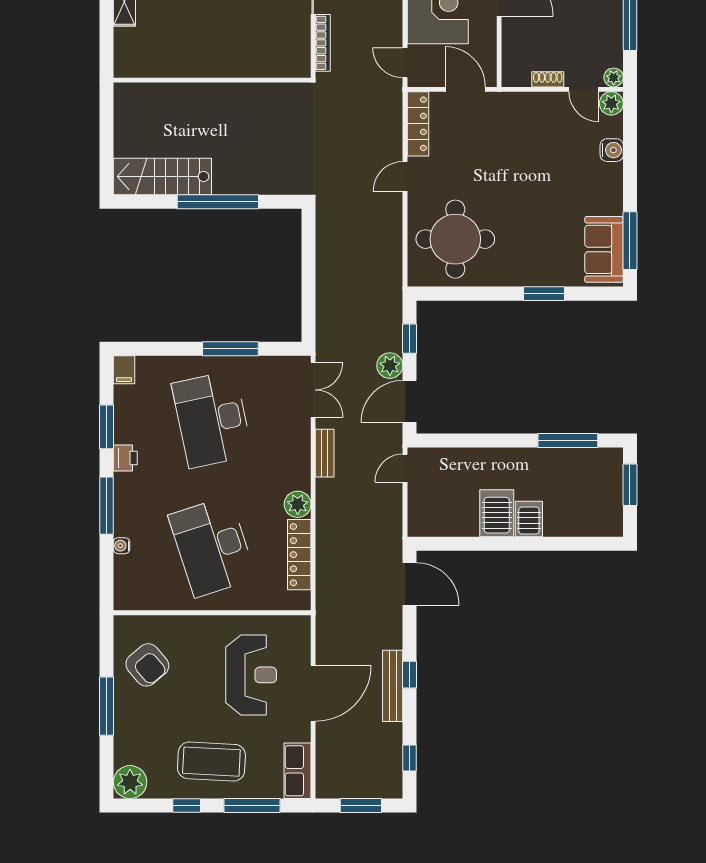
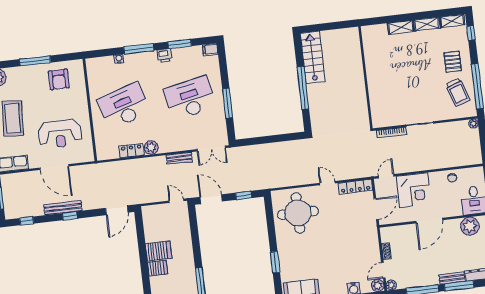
plant: (390, 366) -> (229, 187), removed
locker: (299, 555) -> (131, 151), width x0.66
armchair: (147, 665) -> (59, 79), turned -50

